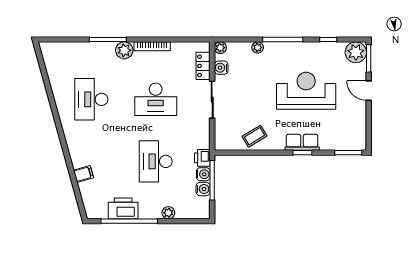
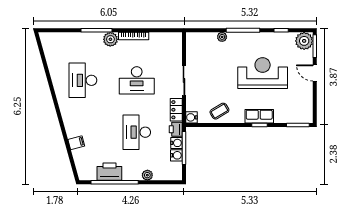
plant: (220, 48) -> (191, 37), removed
locker: (203, 66) -> (176, 110), moved
water cooler: (221, 68) -> (192, 117), moved

